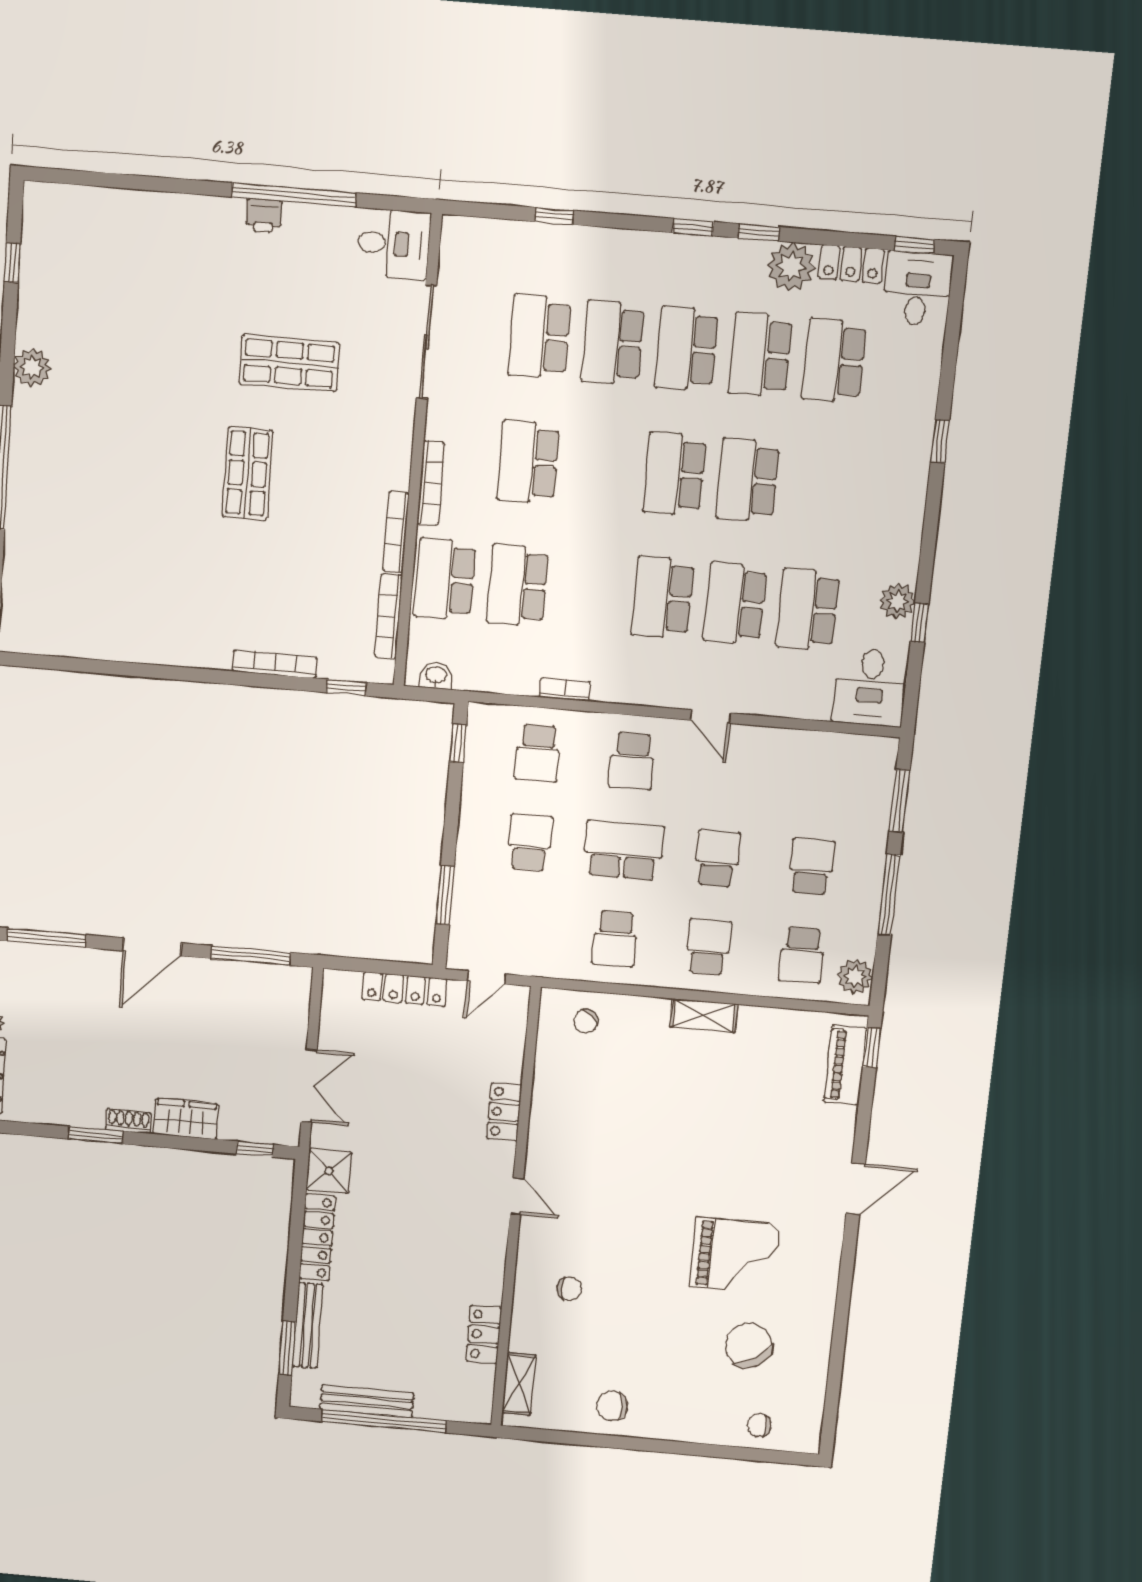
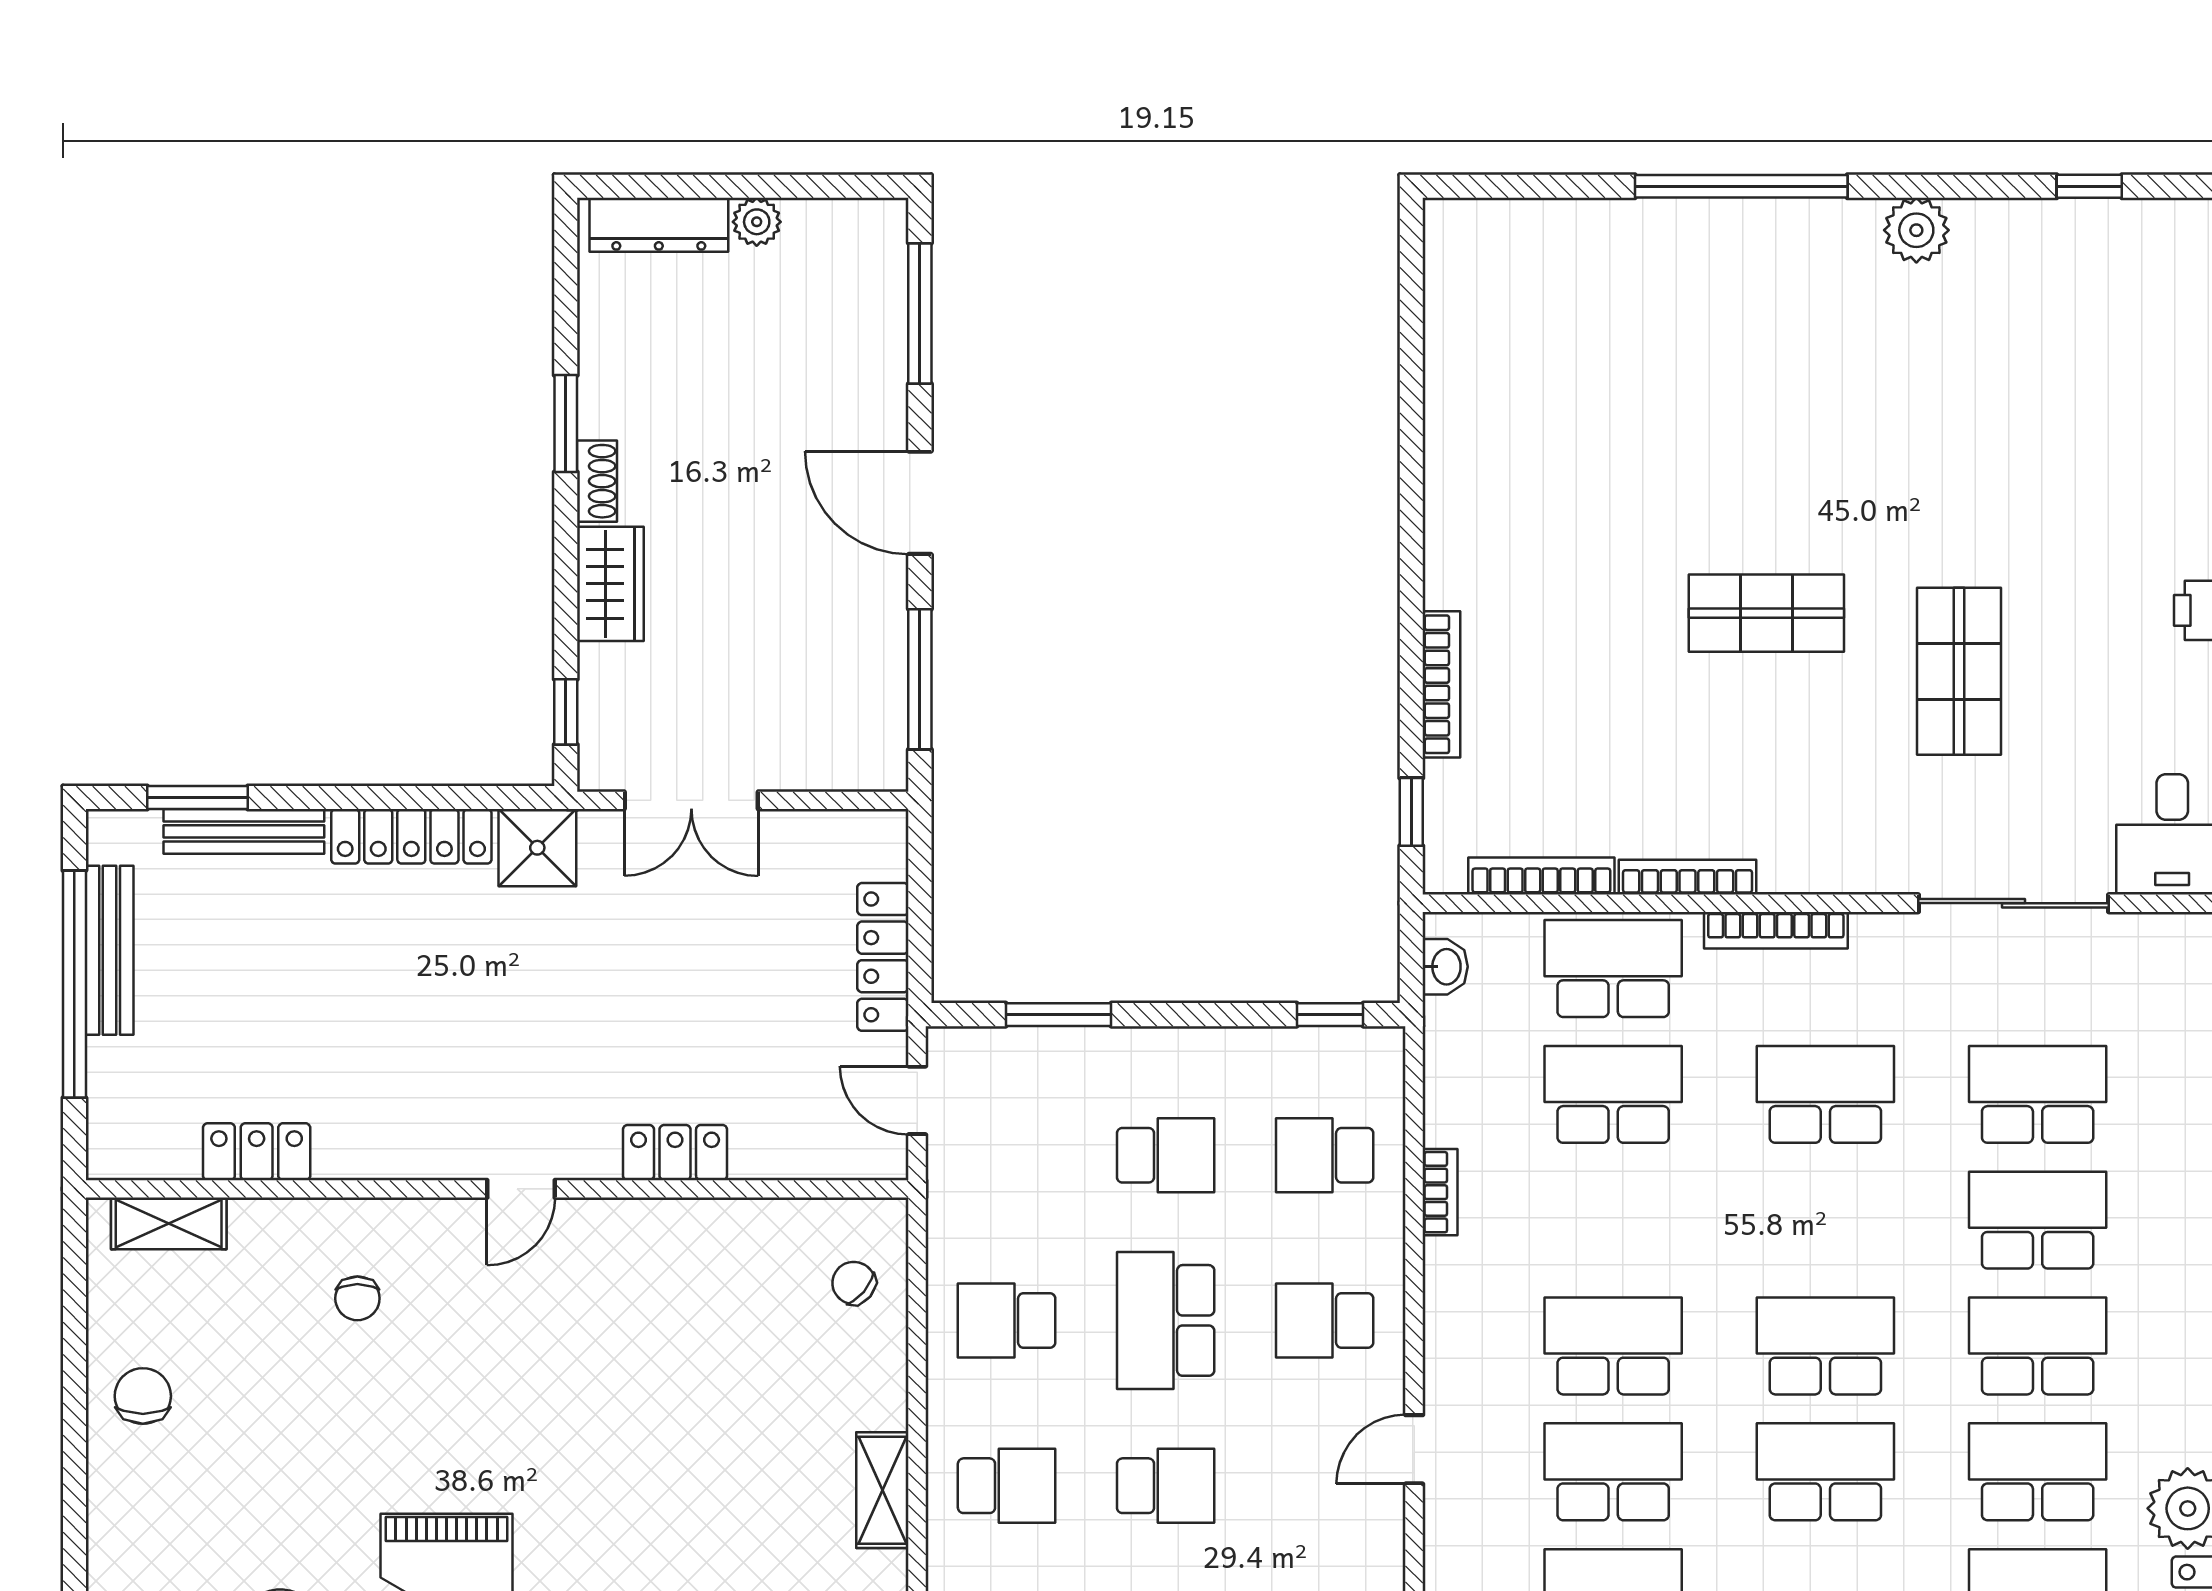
school desk: (623, 850) -> (1166, 1320), turned 180

